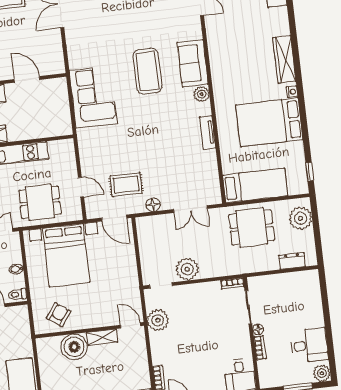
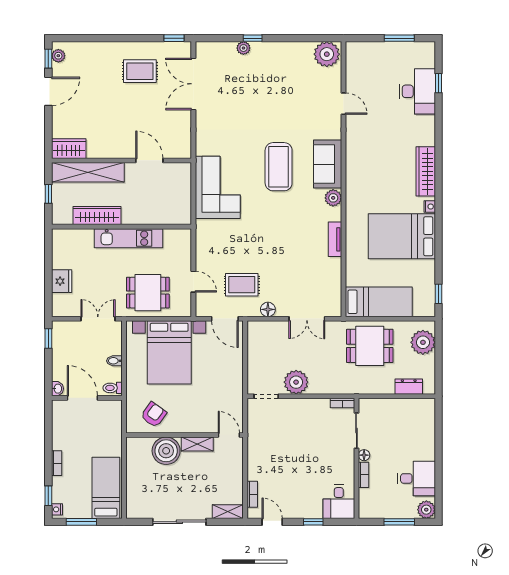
plant: (158, 320) -> (258, 433), removed

